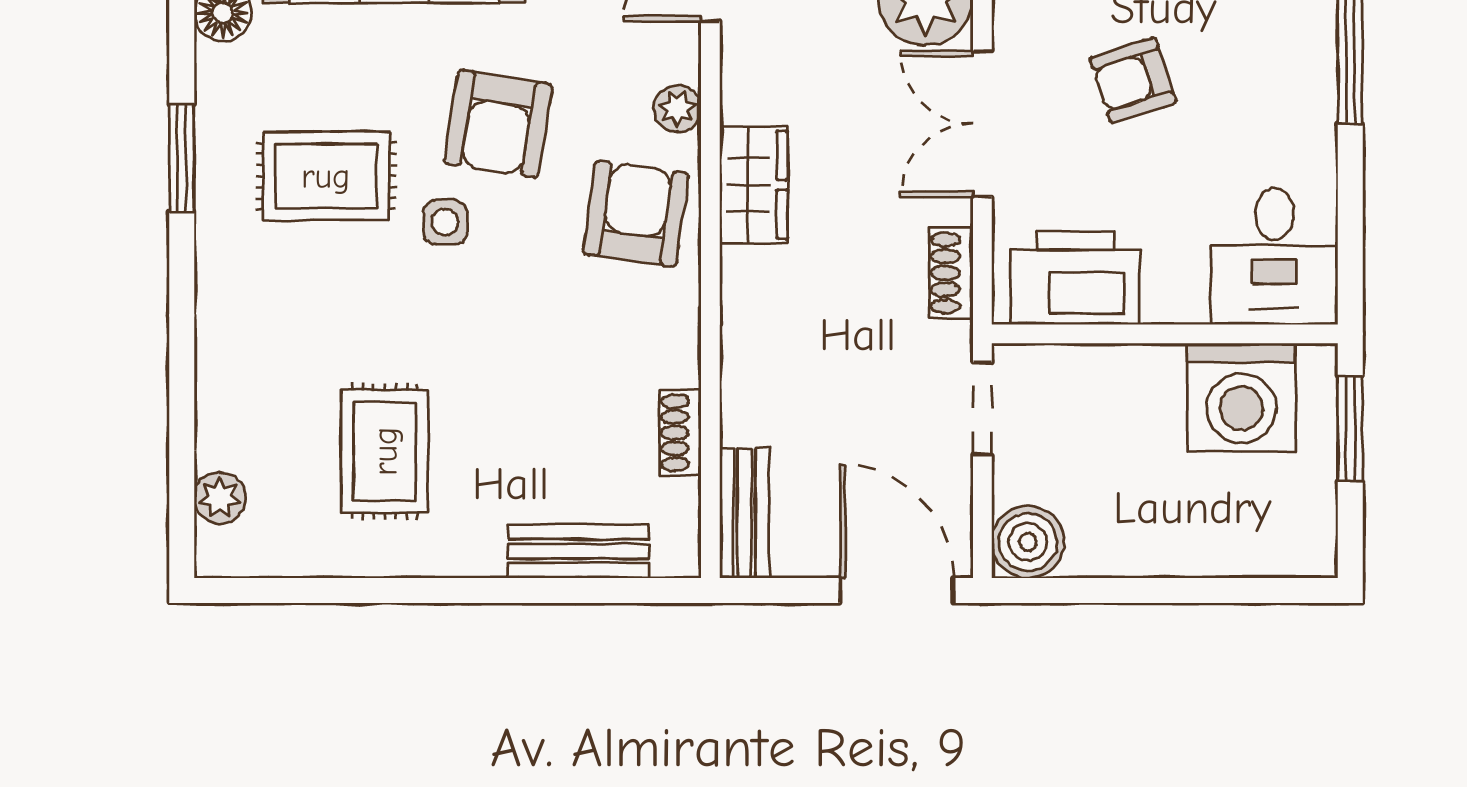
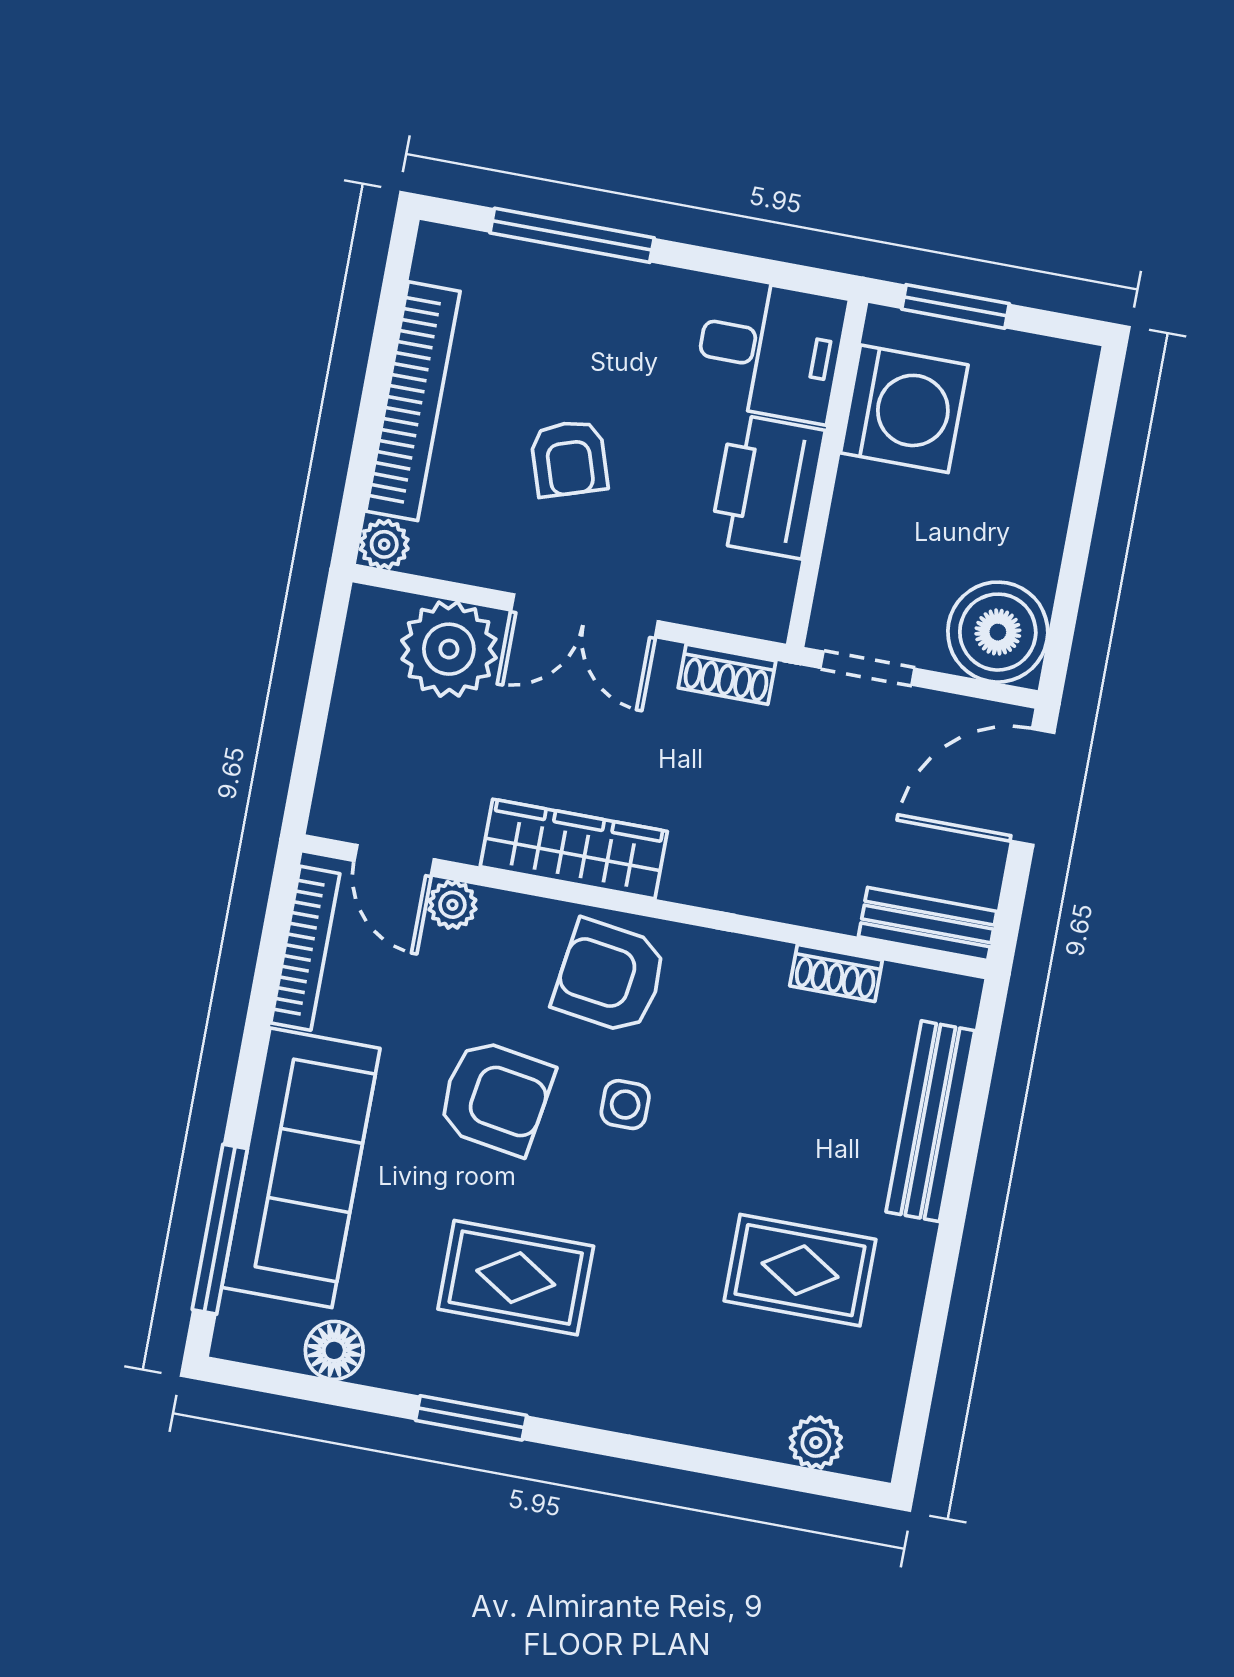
plant: (677, 109) -> (452, 905), moved
rug: (326, 176) -> (516, 1278), turned 90
wardrobe: (754, 185) -> (574, 849), width x1.50
side table: (445, 222) -> (625, 1105), moved
printer: (1075, 278) -> (767, 486), moved
boiler: (1028, 542) -> (998, 632), width x1.37, depth x1.37
bench: (579, 551) -> (930, 1121), width x1.36

